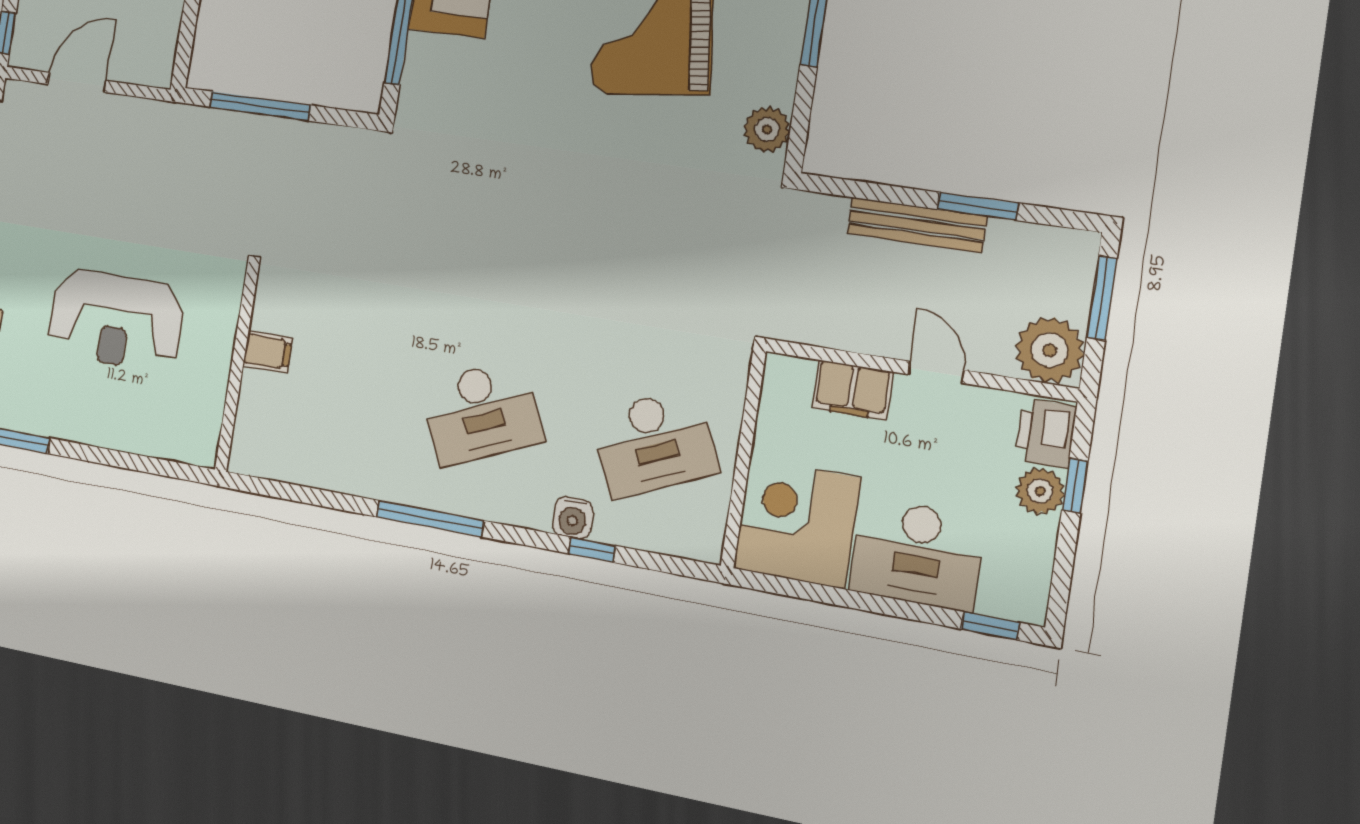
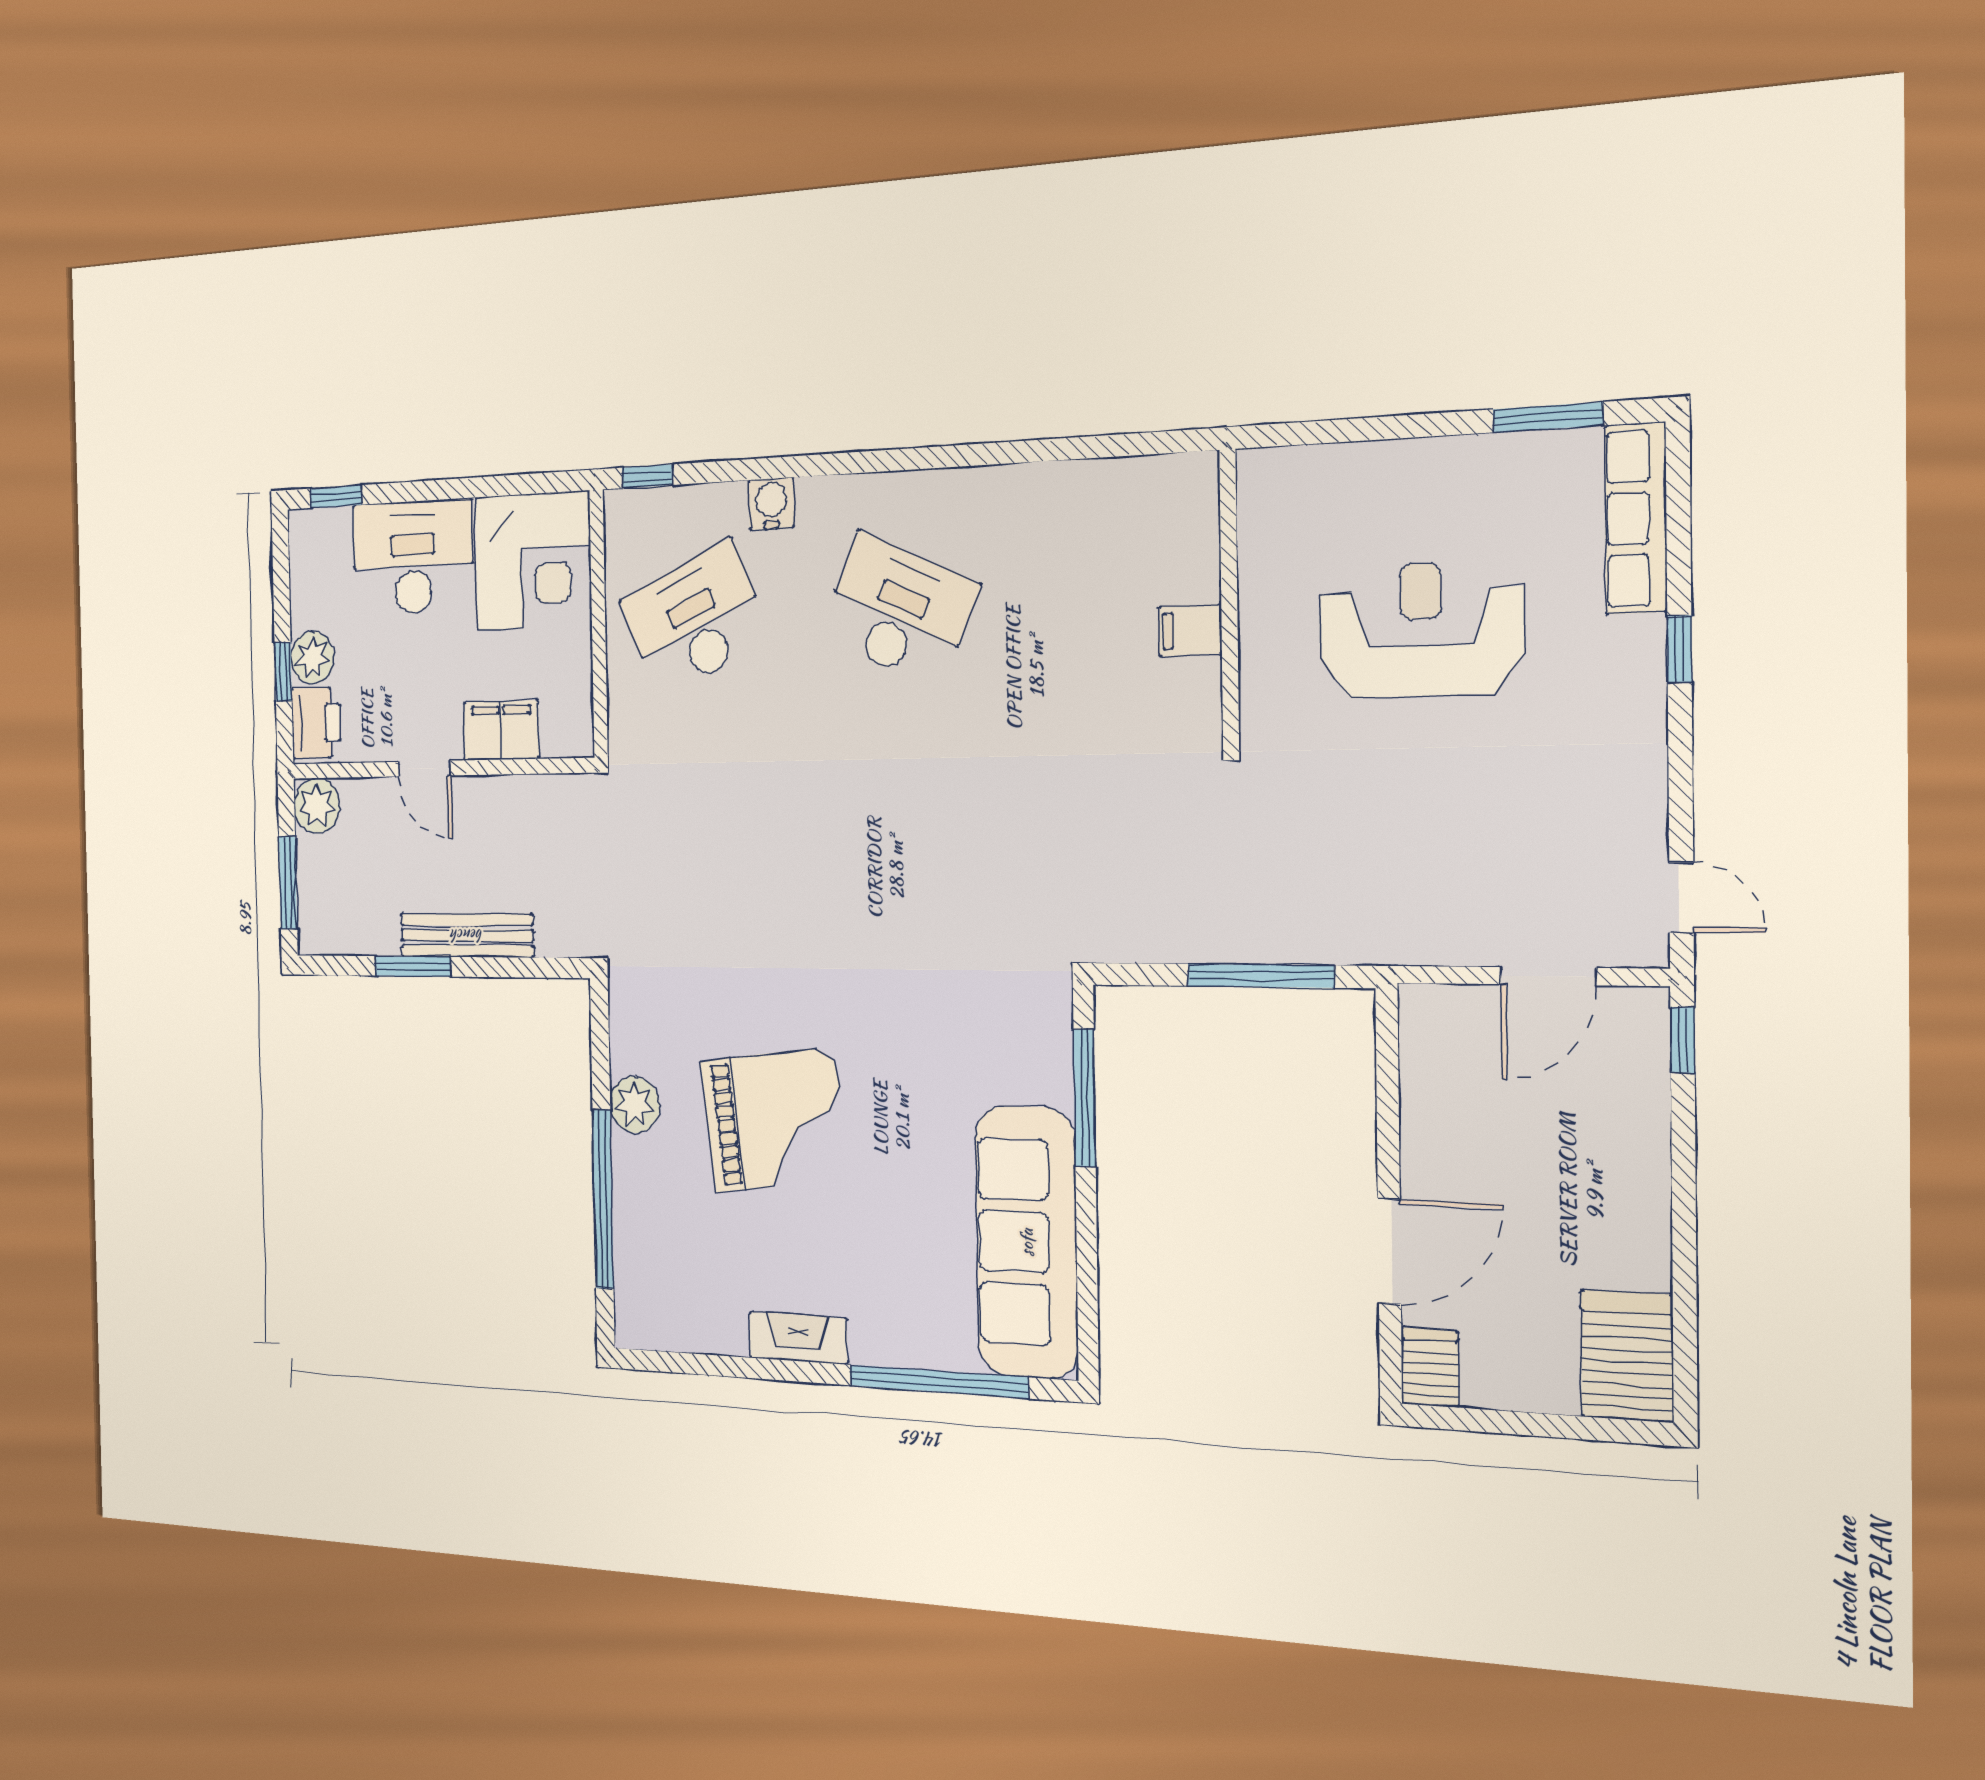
plant: (767, 129) -> (635, 1105), moved
plant: (1050, 350) -> (317, 806), width x0.73, depth x0.73
desk: (482, 412) -> (899, 611), turned 48
window: (430, 519) -> (940, 457), removed
window: (592, 550) -> (647, 476), moved

